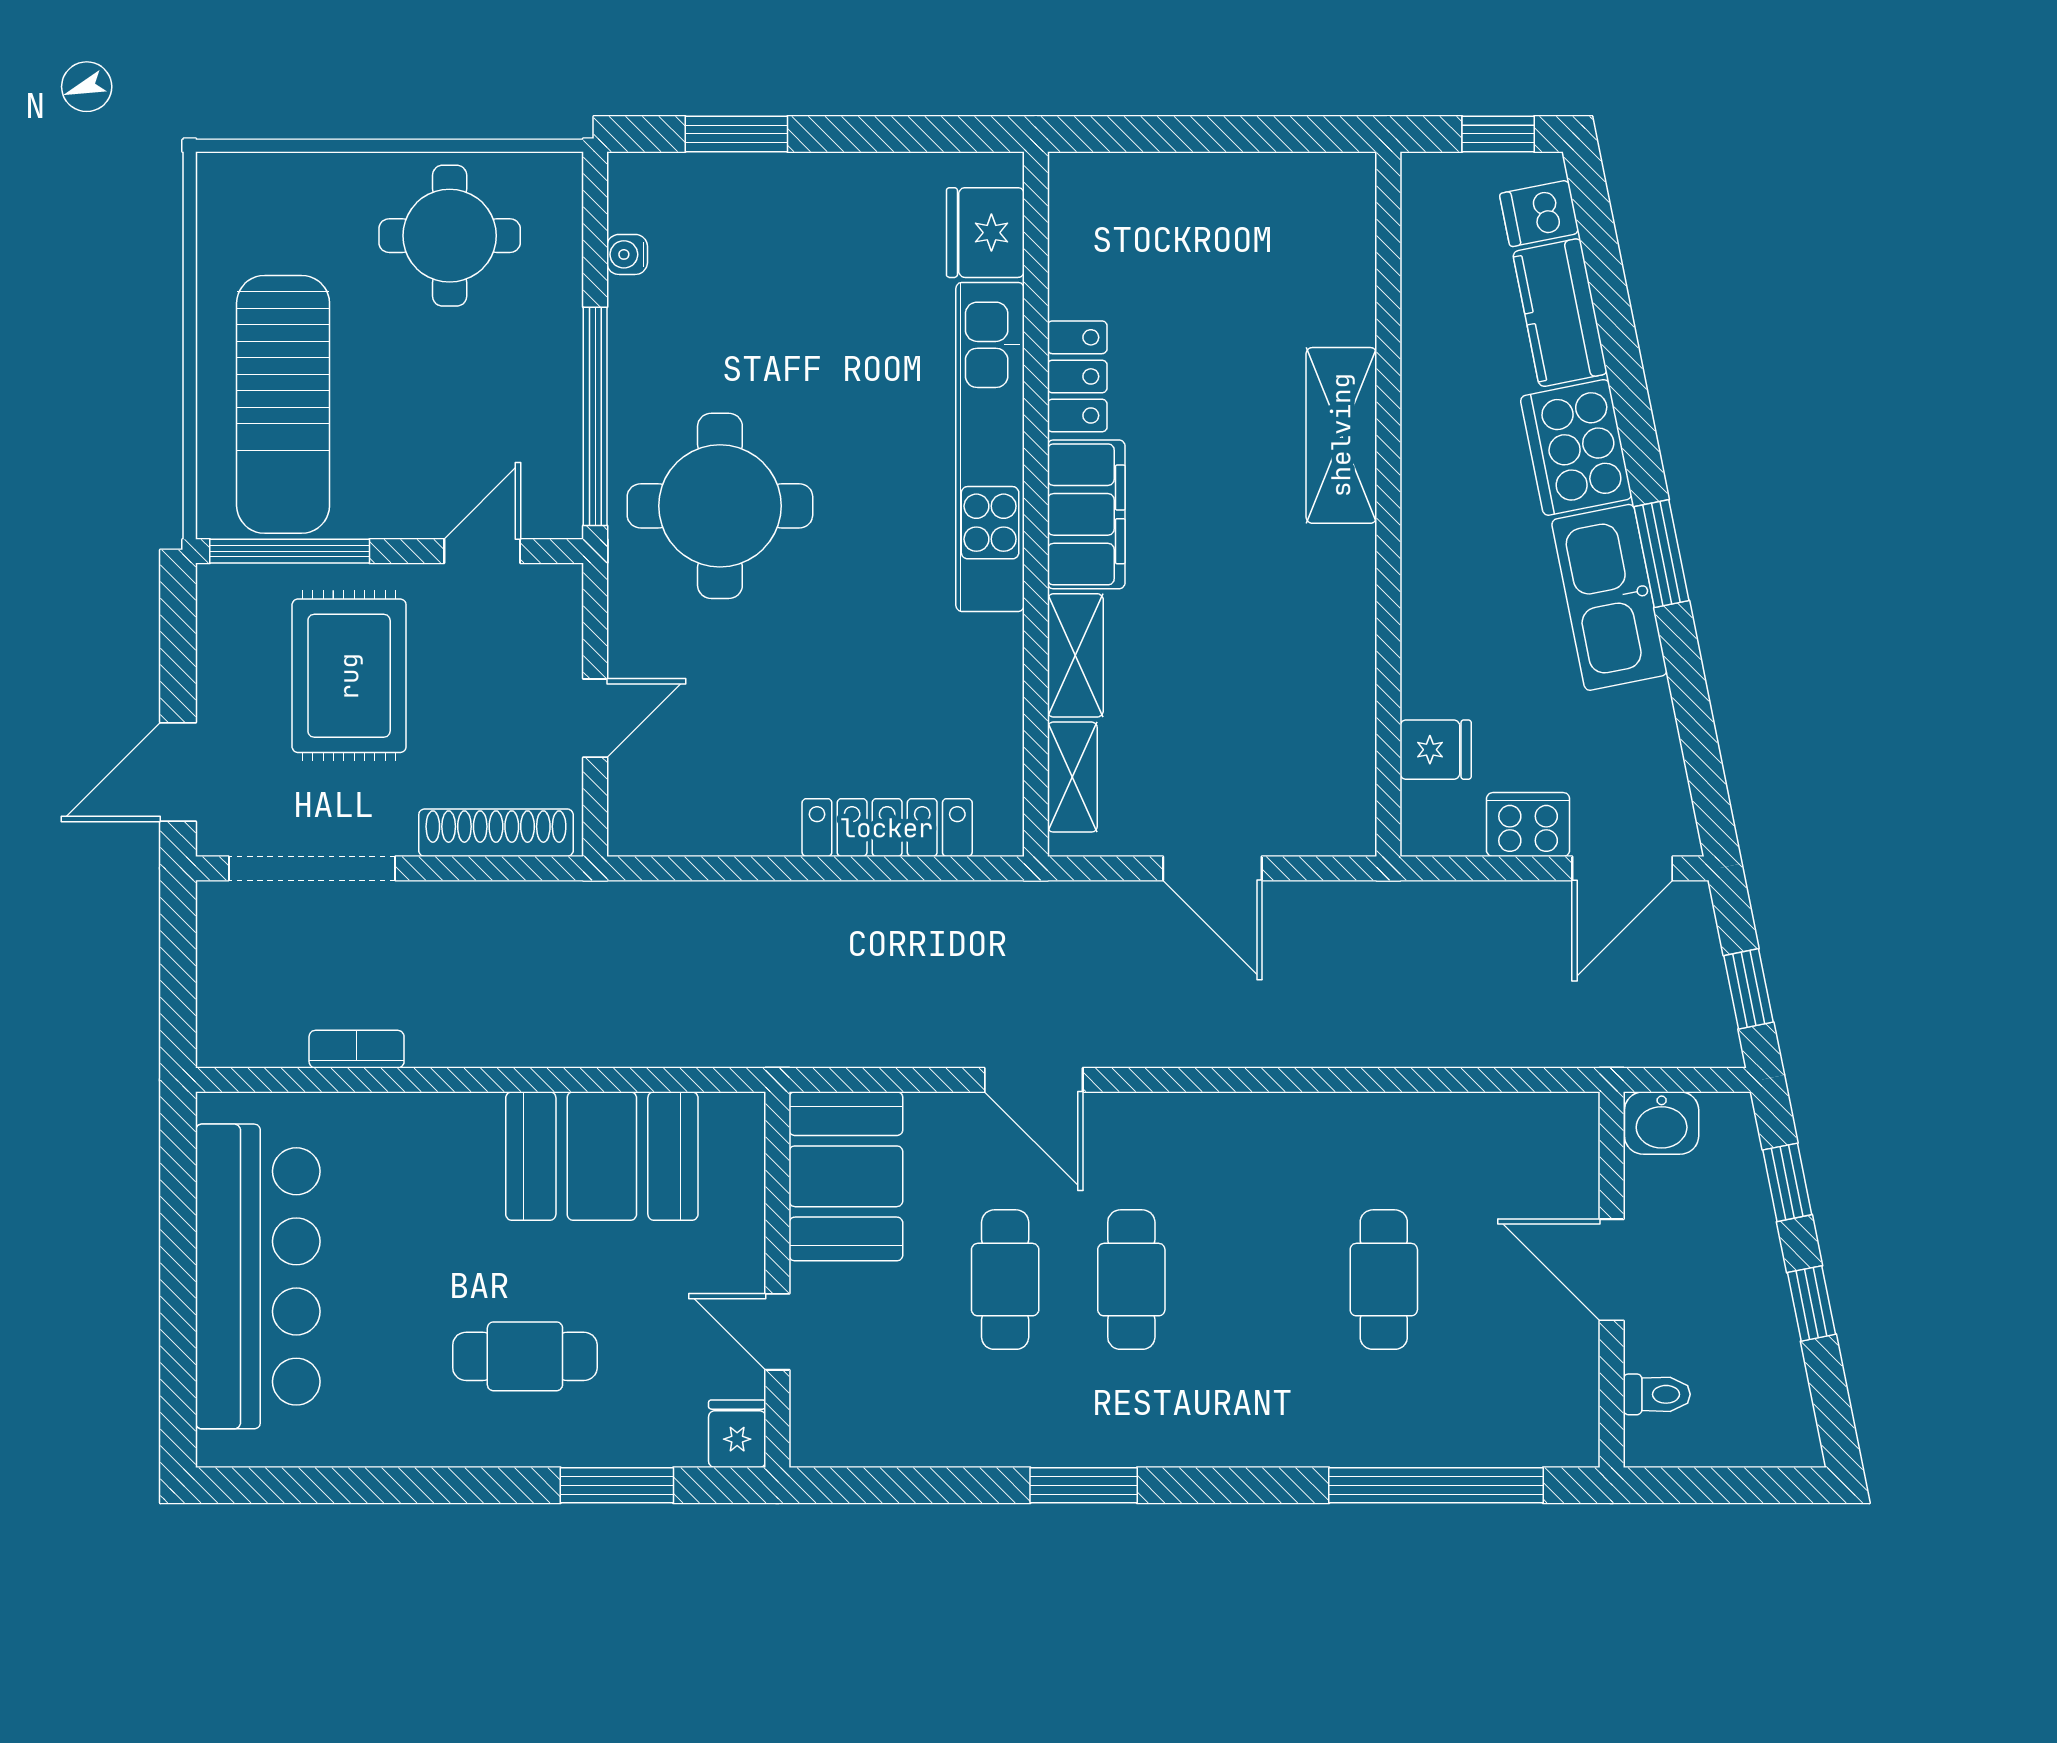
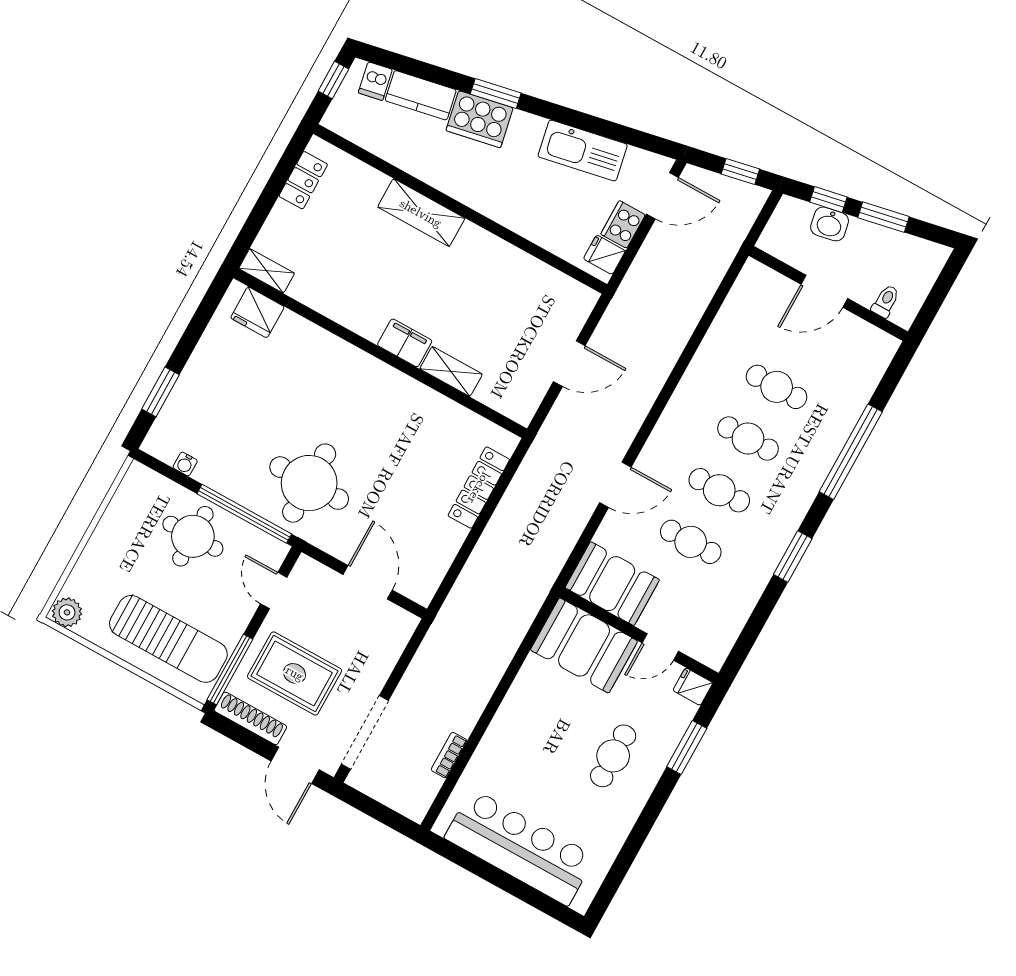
plant: (228, 187) -> (67, 612), added
round table: (450, 236) -> (193, 536), moved
locker: (1077, 376) -> (303, 180), moved, turned 90
kitchen unit: (990, 447) -> (346, 359), removed
filing cabinet: (1086, 514) -> (405, 343), width x0.67, depth x0.86
window: (1661, 554) -> (496, 93), moved
kitchen sink: (1609, 597) -> (583, 151), moved
door: (595, 718) -> (368, 582), width x1.38
fridge: (1436, 750) -> (604, 255), moved, turned -90
shelving: (1072, 777) -> (267, 271), moved
shoe rack: (496, 833) -> (250, 718), moved, turned 90
door: (1622, 868) -> (662, 196), hinge flipped
washbasin: (1662, 1123) -> (830, 224), moved, turned 79
booth: (602, 1156) -> (584, 645), moved, turned 90
cafe table: (1258, 1280) -> (748, 439), added
window: (1811, 1303) -> (883, 217), width x1.50
window: (1436, 1485) -> (851, 452), moved

